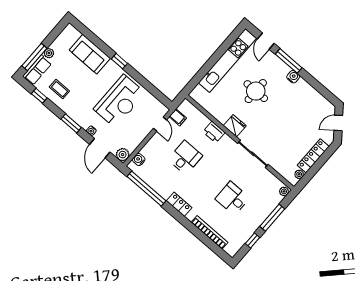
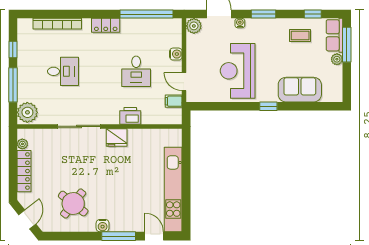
round table: (256, 91) -> (73, 204), moved, turned 38
water cooler: (139, 160) -> (176, 54), moved
plant: (284, 191) -> (27, 112), width x1.87, depth x1.87

